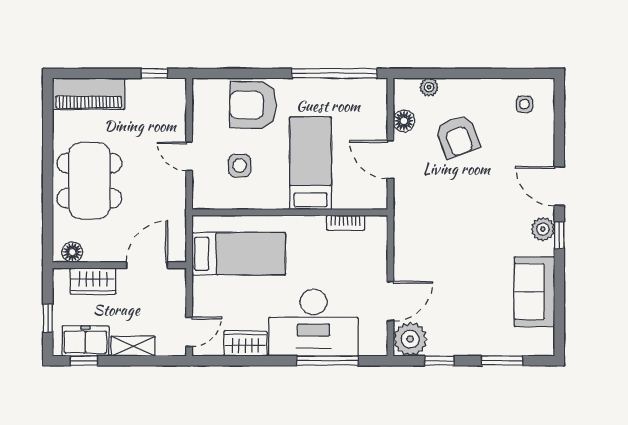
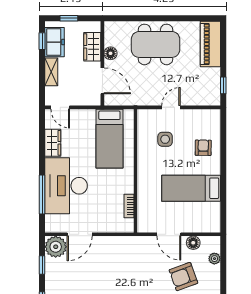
window: (334, 73) -> (223, 199), removed
armchair: (253, 105) -> (203, 148), width x0.53, depth x0.53
door: (390, 160) -> (169, 234), swing flipped
bed: (311, 163) -> (191, 188), moved, turned 180
floor lamp: (72, 252) -> (111, 53), moved
door: (390, 301) -> (80, 234), hinge flipped

